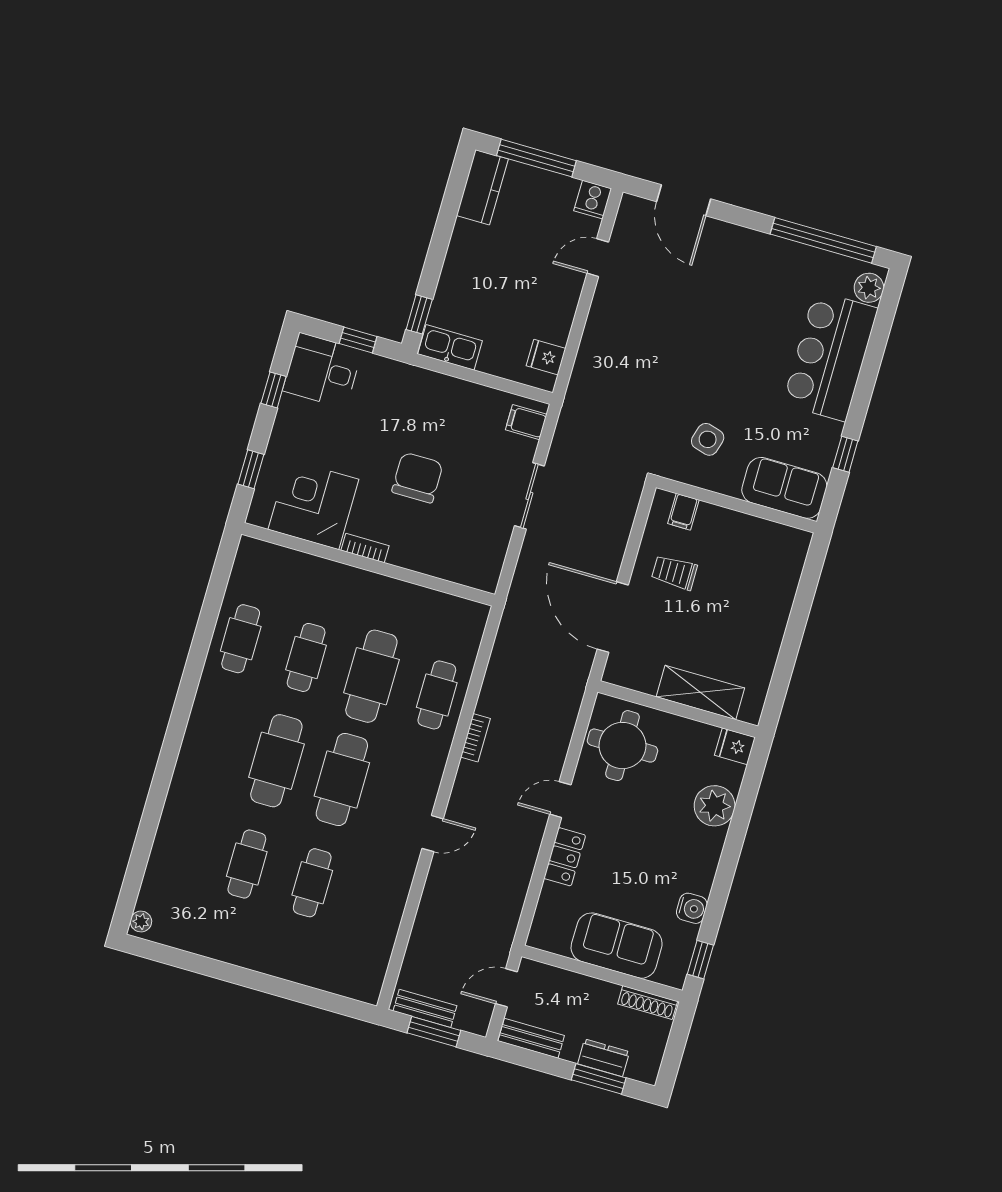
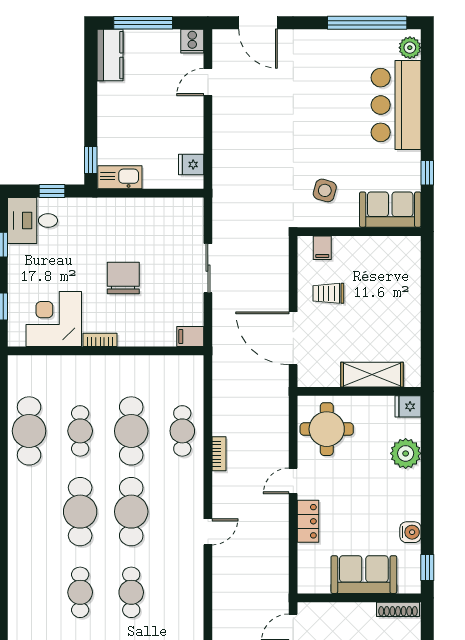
filing cabinet: (526, 422) -> (190, 337), moved
cafe table: (241, 639) -> (29, 431), width x1.37, depth x1.35

